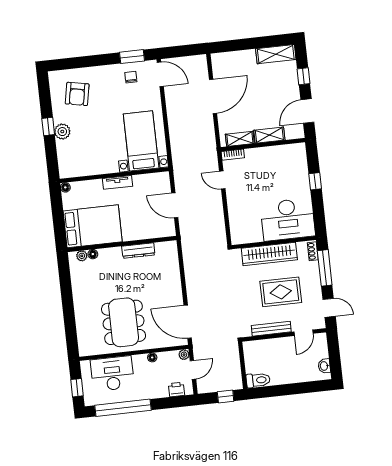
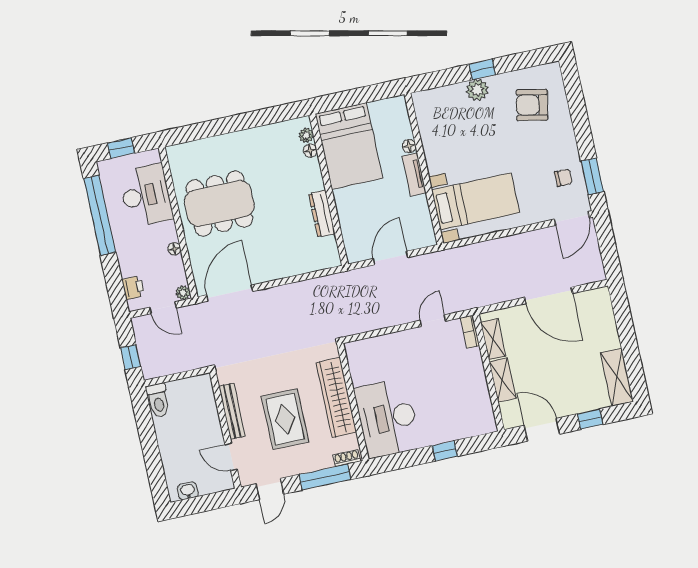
floor lamp: (65, 187) -> (409, 146), moved

